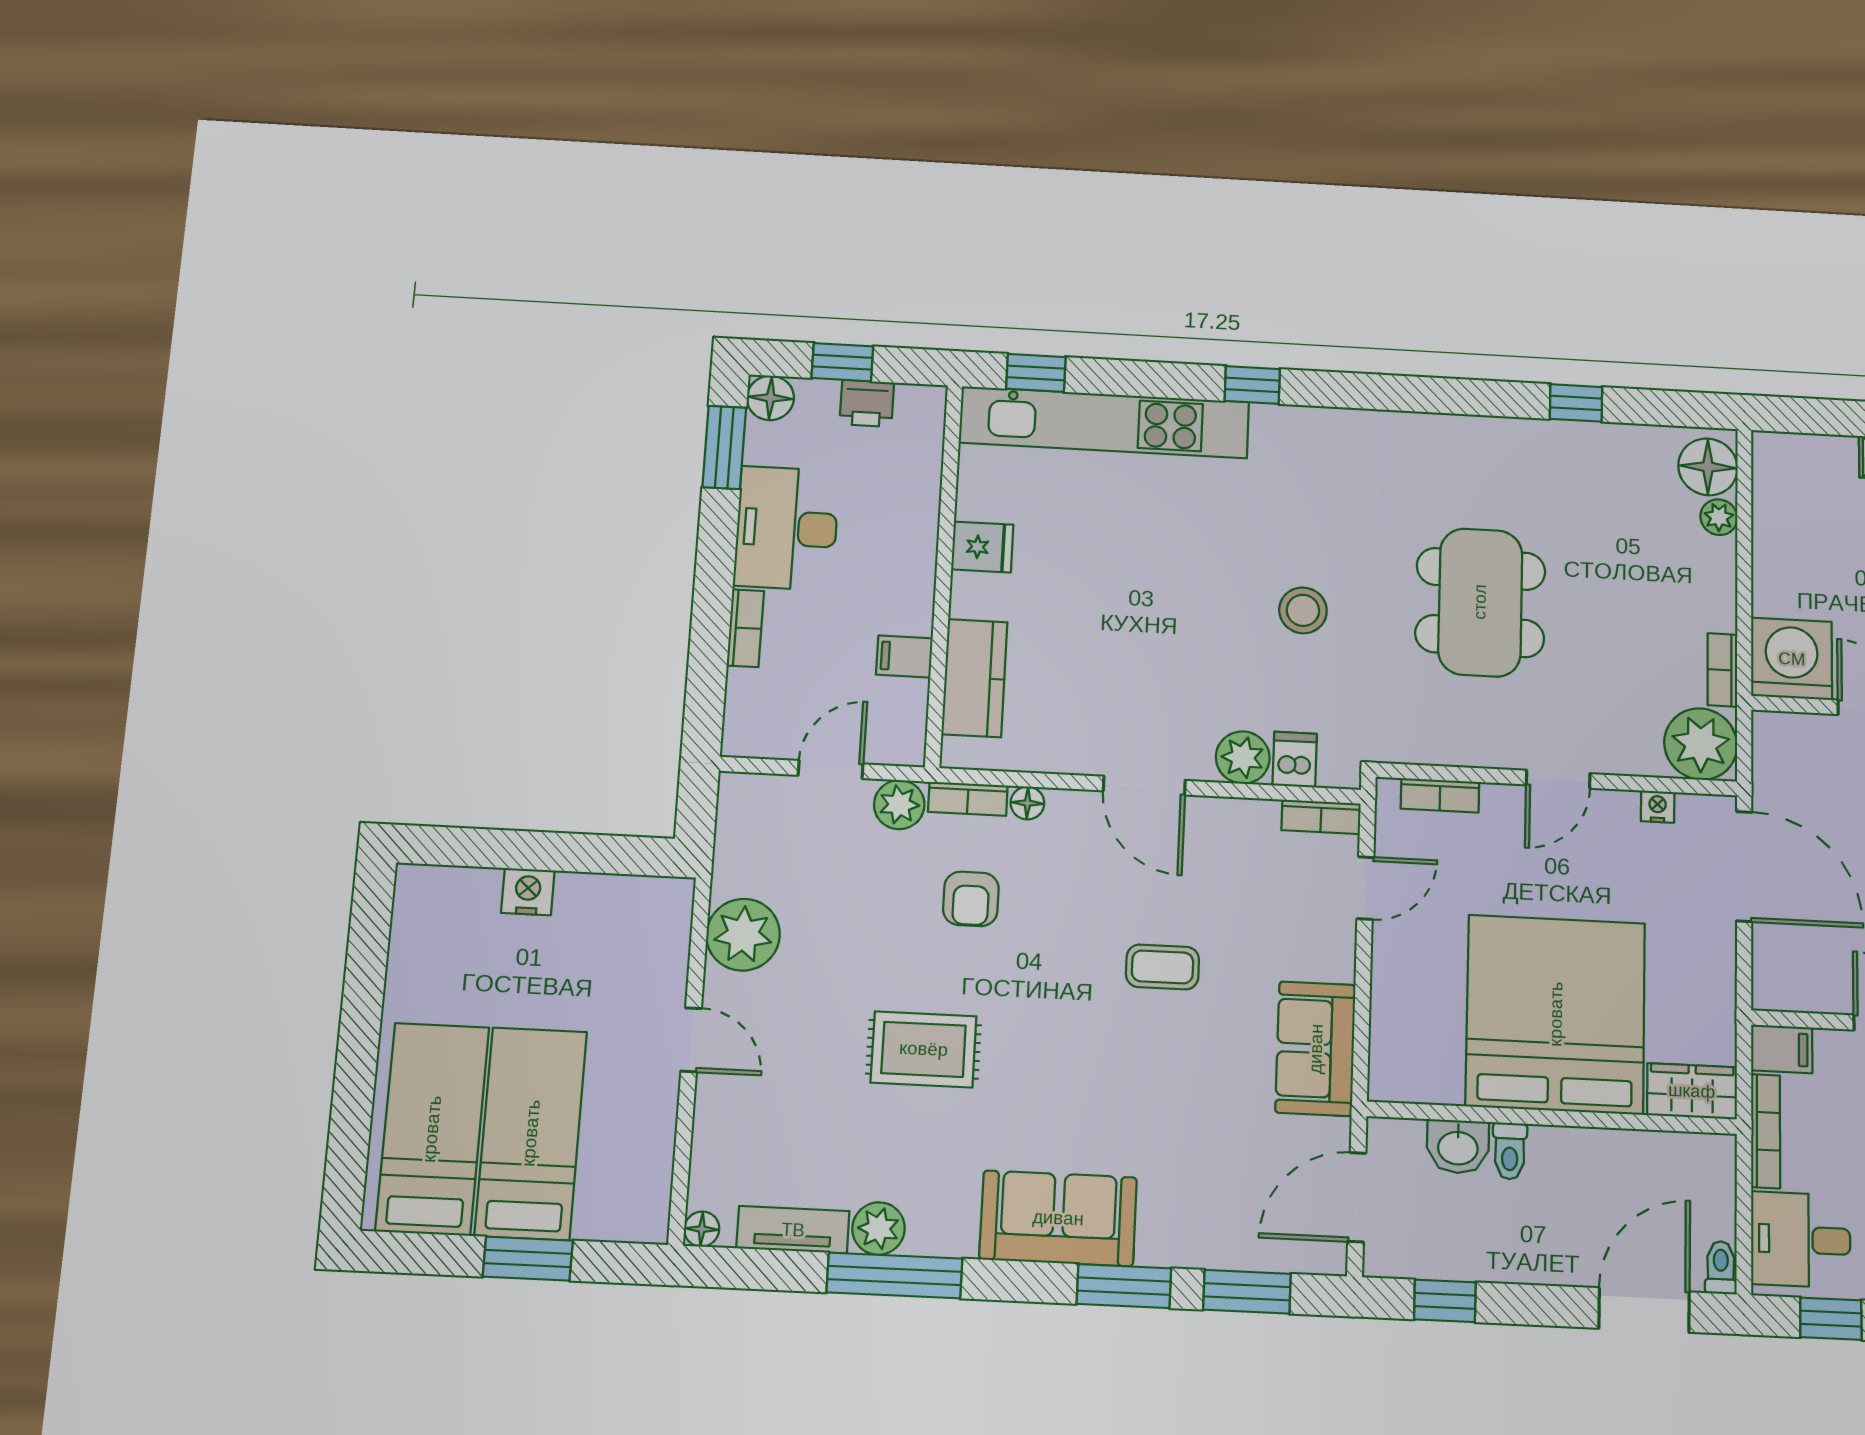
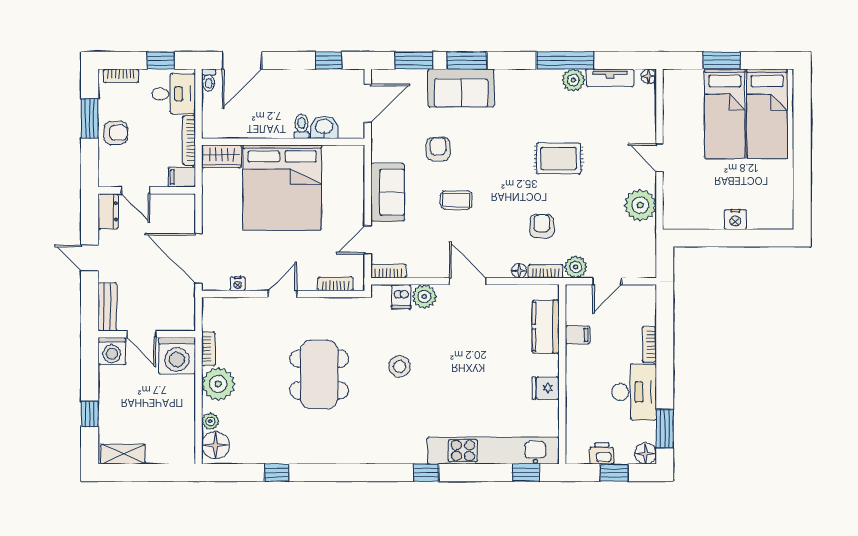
plant: (1701, 744) -> (218, 384), moved
sofa: (1316, 1049) -> (388, 192), moved
armchair: (1199, 1084) -> (438, 149), added
sofa: (1058, 1218) -> (461, 88), moved

